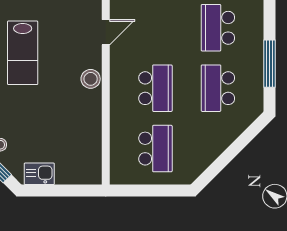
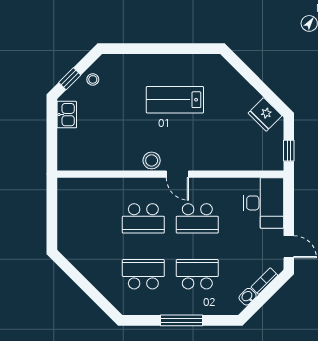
door: (106, 32) -> (177, 174), moved
window: (270, 64) -> (181, 320), moved
school desk: (155, 149) -> (197, 218), moved

